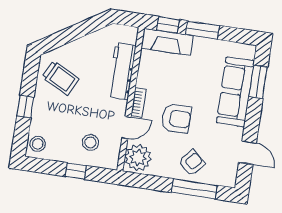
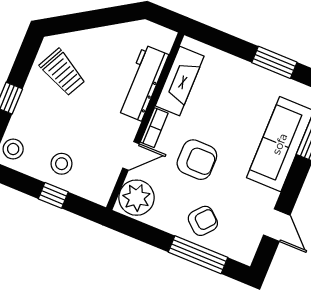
window: (168, 25) -> (216, 38), removed
window: (203, 30) -> (274, 62), moved
fireplace: (167, 42) -> (180, 81), moved, turned -90
stool: (90, 142) -> (62, 164), moved

